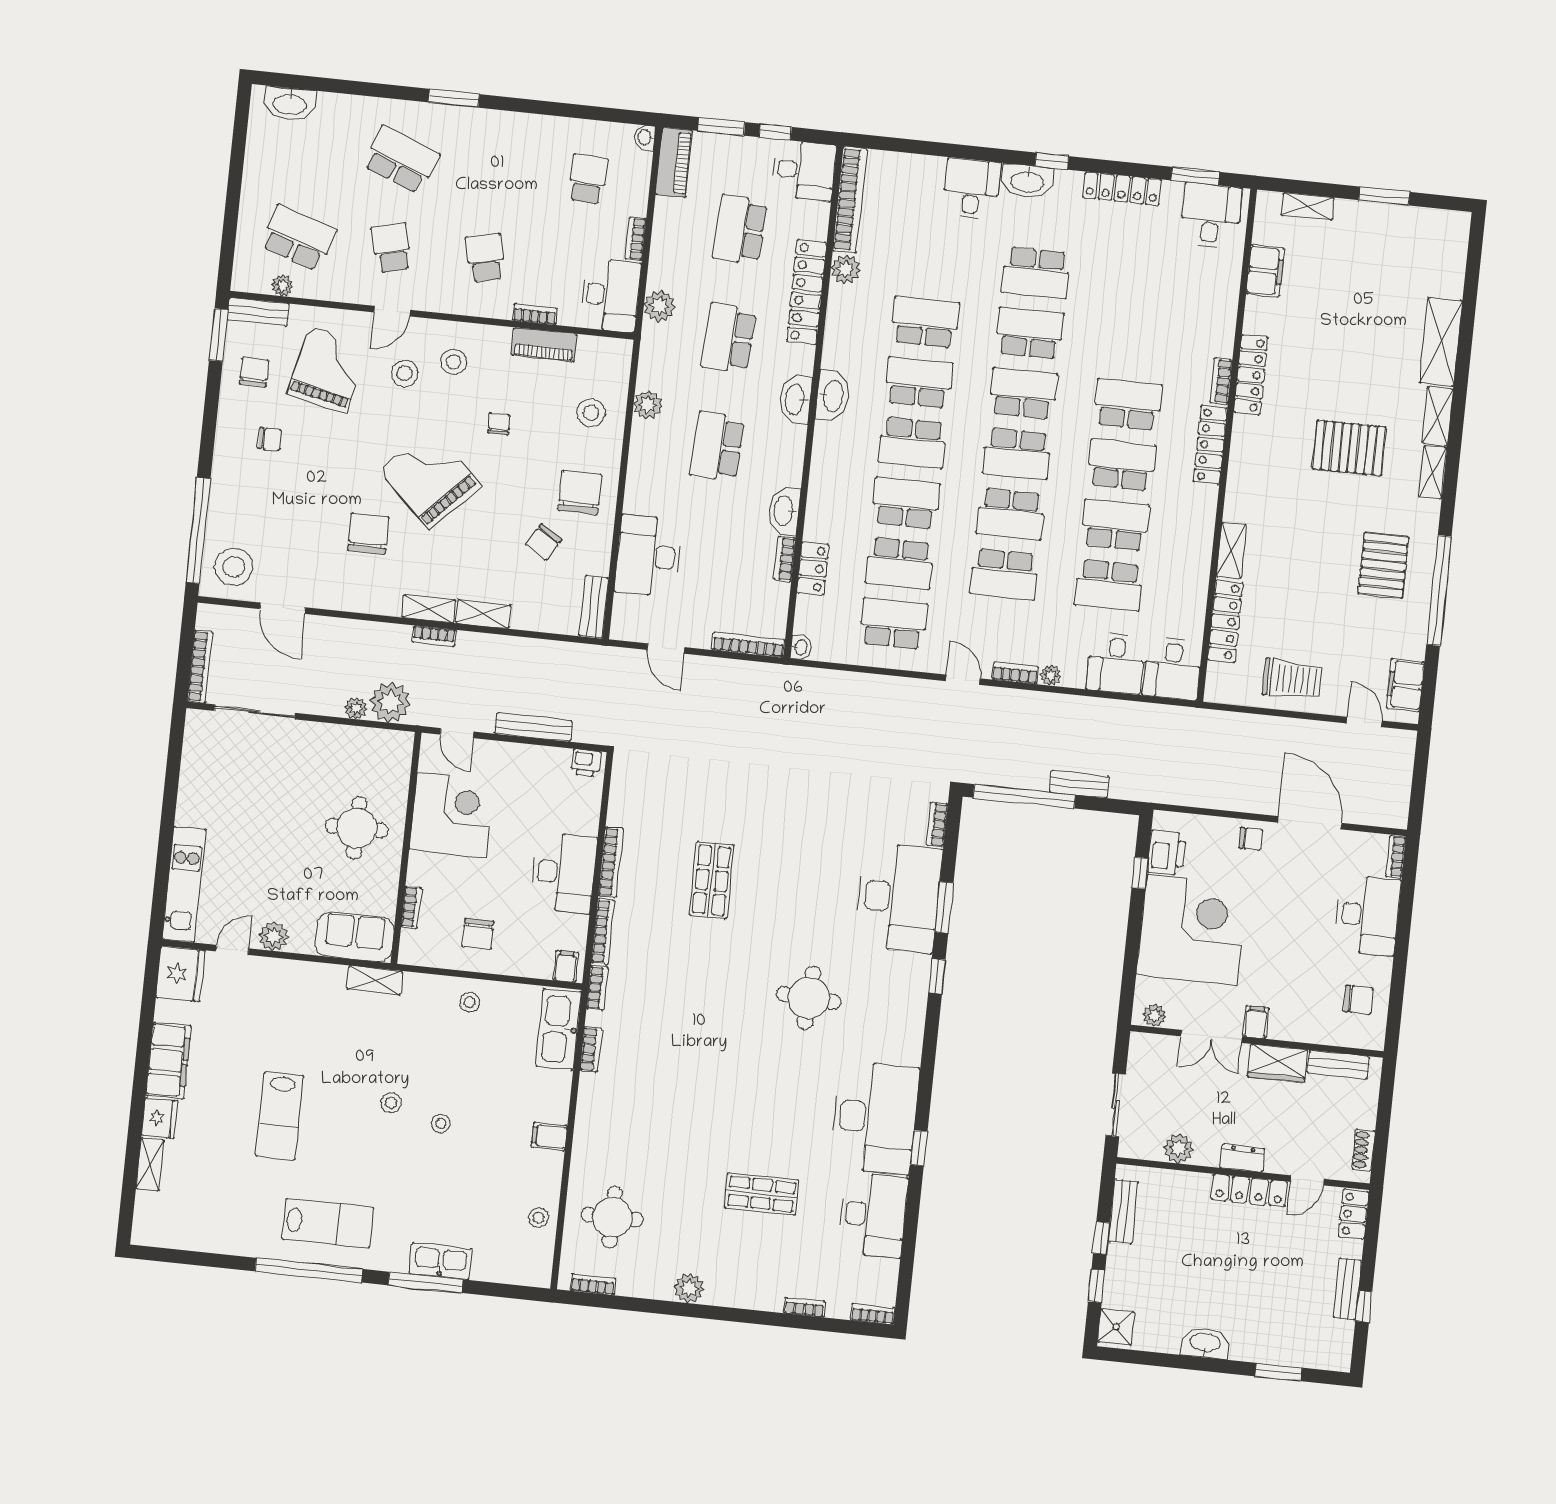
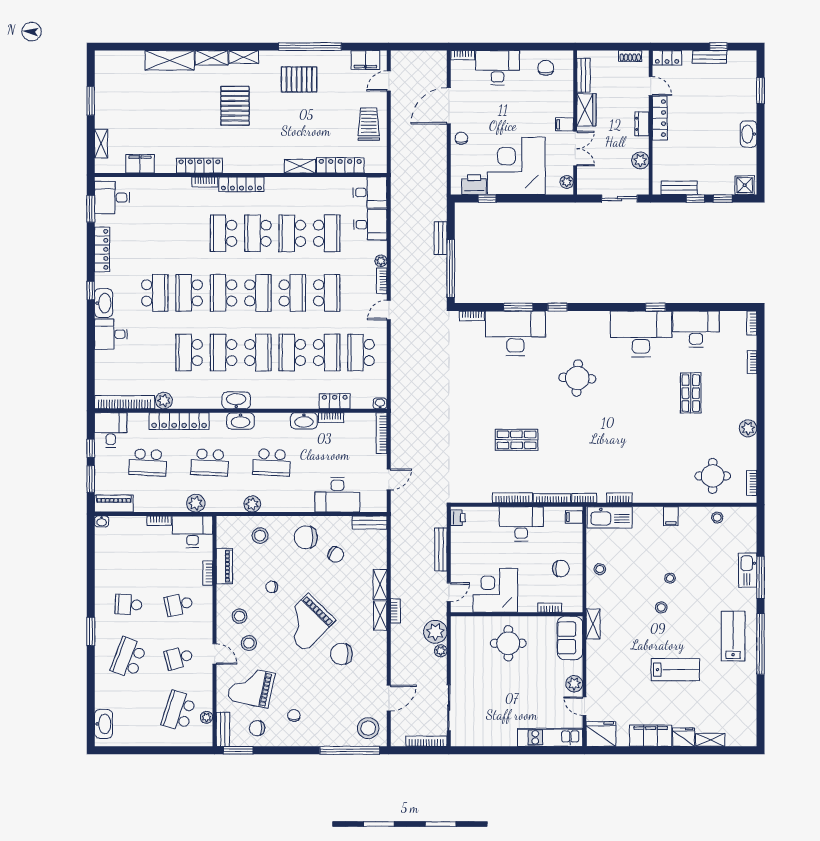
school desk: (588, 179) -> (129, 605), moved

